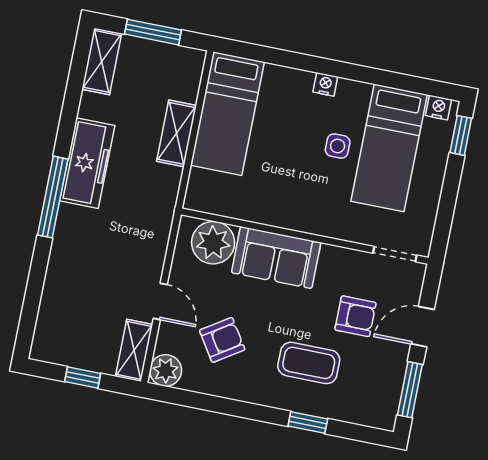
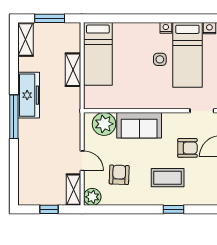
nightstand: (325, 84) -> (166, 28), moved
armchair: (222, 340) -> (119, 175), turned -55

